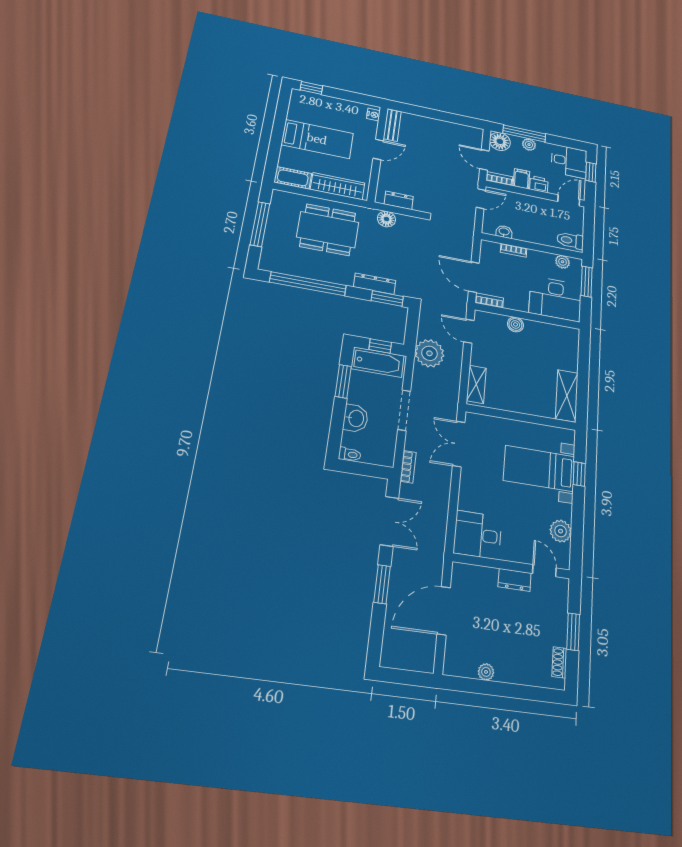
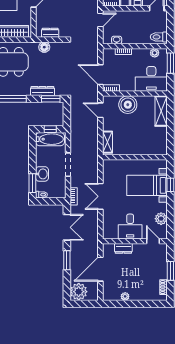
boiler: (515, 324) -> (128, 105), width x1.86, depth x1.86
plant: (429, 353) -> (79, 292), moved
window: (343, 381) -> (32, 183), moved
shelving: (567, 396) -> (161, 111), moved
double door: (459, 444) -> (100, 196), moved
desk: (478, 535) -> (130, 227), moved, turned -90
dresser: (515, 580) -> (123, 248), moved

